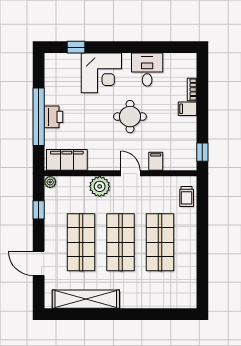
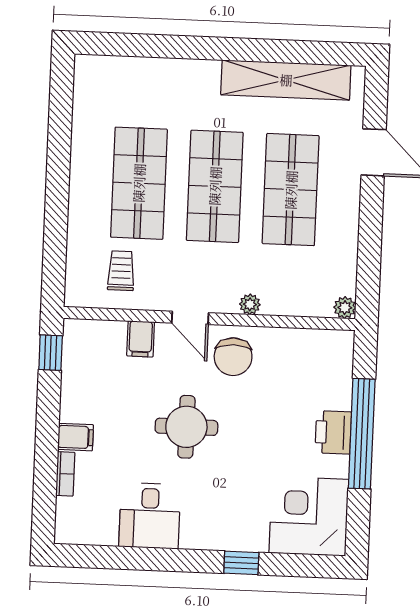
window: (76, 47) -> (241, 563), moved
corner desk: (101, 73) -> (309, 516), moved
chair: (107, 154) -> (233, 357), added
filing cabinet: (67, 160) -> (311, 349), removed
plant: (100, 186) -> (250, 304), width x0.53, depth x0.53
trolley: (187, 197) -> (121, 271), moved
window: (39, 210) -> (369, 255), removed

